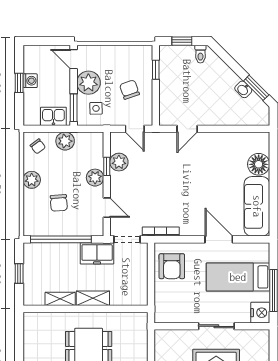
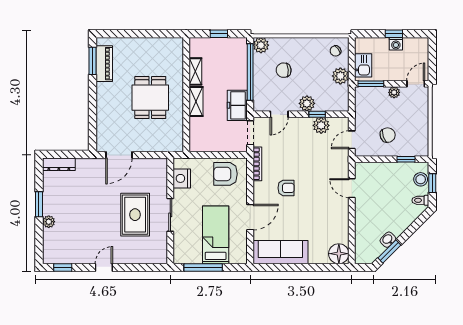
stool: (178, 54) -> (421, 179), added
plant: (88, 83) -> (394, 92), width x0.53, depth x0.53
side table: (96, 108) -> (370, 104), removed
floor lamp: (259, 164) -> (339, 254), moved
plant: (32, 180) -> (261, 45), moved
armchair: (187, 200) -> (286, 188), added
nightstand: (260, 313) -> (182, 178), moved, turned 90

